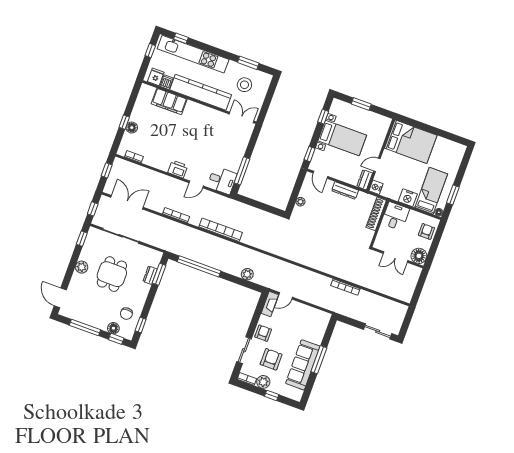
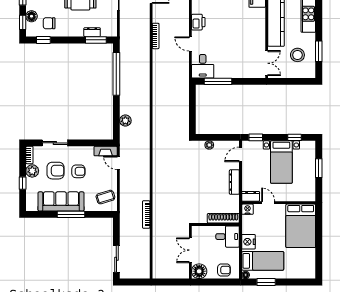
bookcase: (221, 230) -> (157, 81), removed
coffee table: (314, 320) -> (105, 197), added
armchair: (263, 333) -> (78, 171), moved

